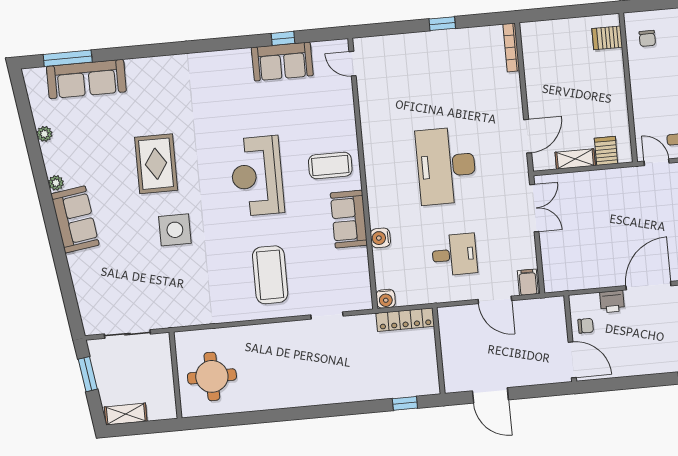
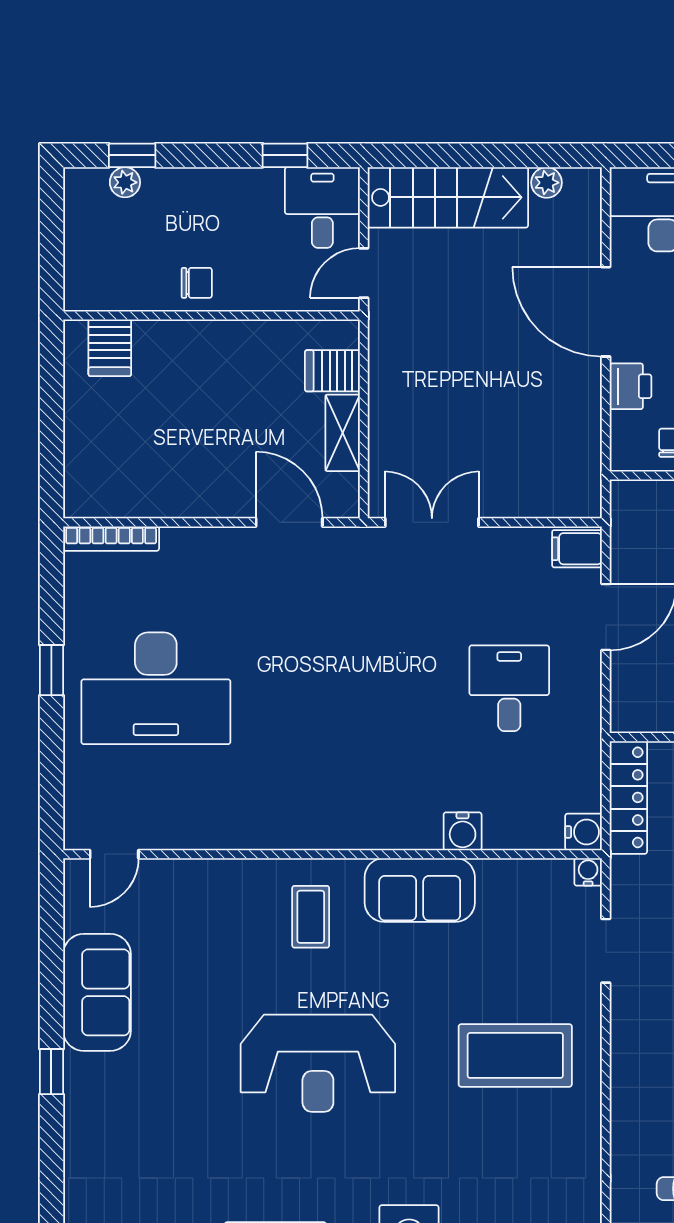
window: (283, 38) -> (51, 1072), moved
chair: (647, 38) -> (197, 283), moved
coffee table: (330, 165) -> (311, 917), width x0.73, depth x0.77
desk: (446, 166) -> (156, 688), moved
water cooler: (366, 303) -> (588, 872), added

